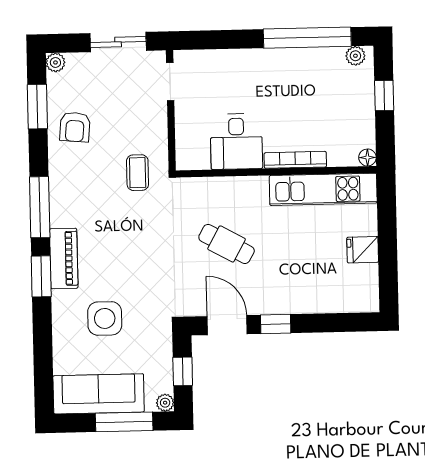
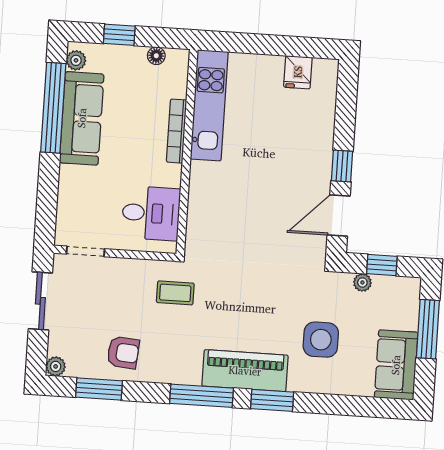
sofa: (299, 66) -> (82, 118), added
desk: (236, 141) -> (151, 213), moved
floor lamp: (367, 158) -> (156, 56), moved
cafe table: (227, 244) -> (256, 209), removed
fridge: (363, 250) -> (298, 72), moved
piano: (64, 258) -> (245, 371), width x1.37, depth x1.33
sofa: (99, 394) -> (396, 365), width x0.73
plant: (165, 403) -> (362, 282), moved

